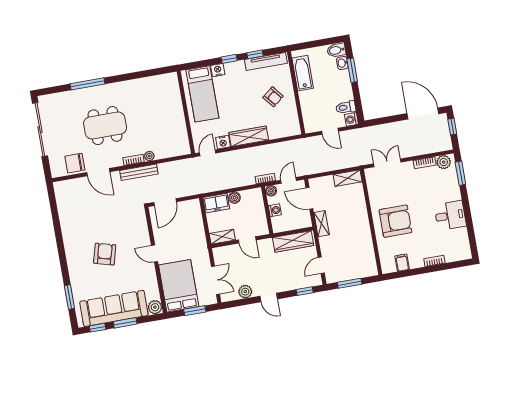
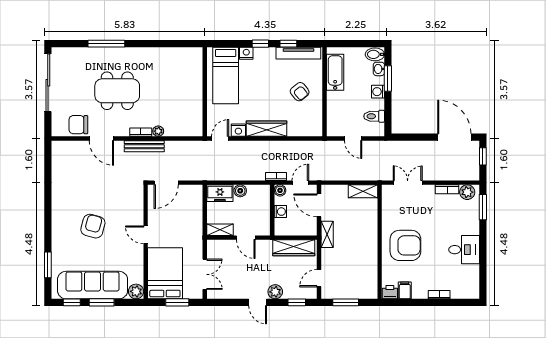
washing machine: (351, 119) -> (378, 92), moved
printer: (389, 267) -> (390, 292), added
plant: (245, 292) -> (275, 292), moved

